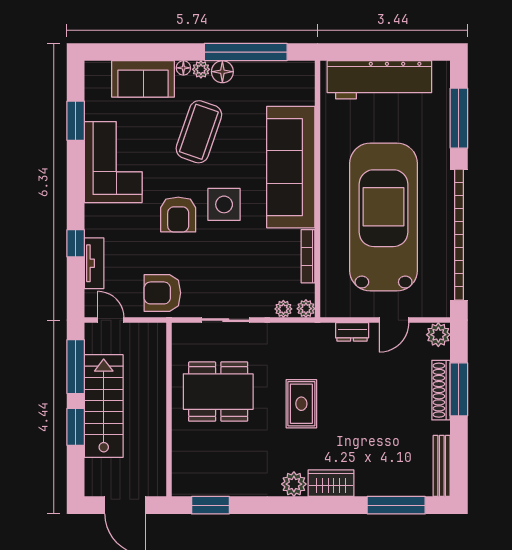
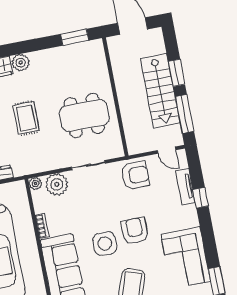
bookcase: (308, 256) -> (42, 226), width x0.64
plant: (283, 309) -> (57, 184), width x1.88, depth x1.88

